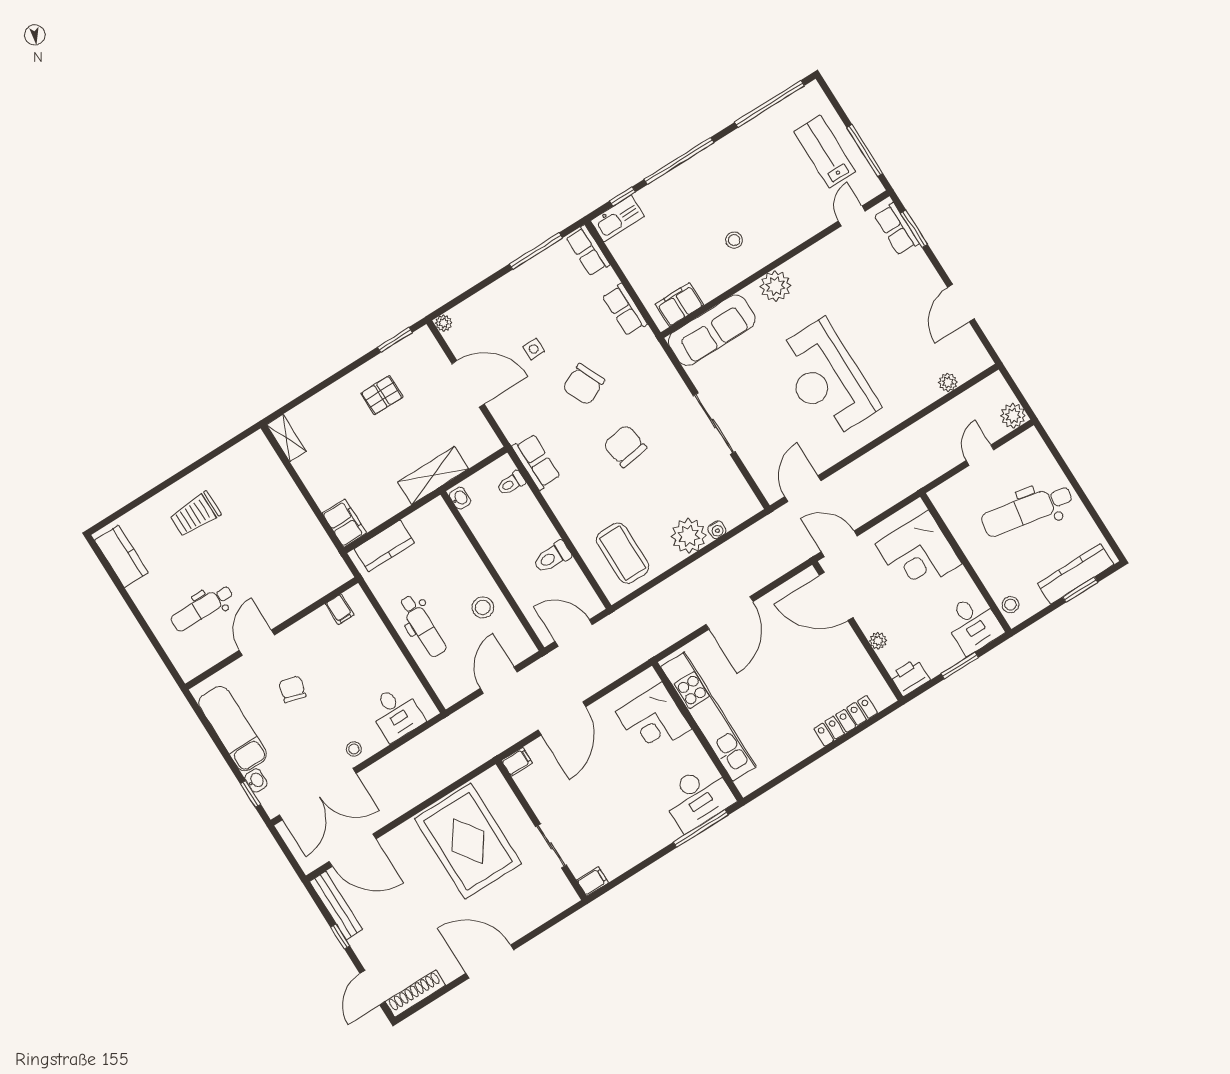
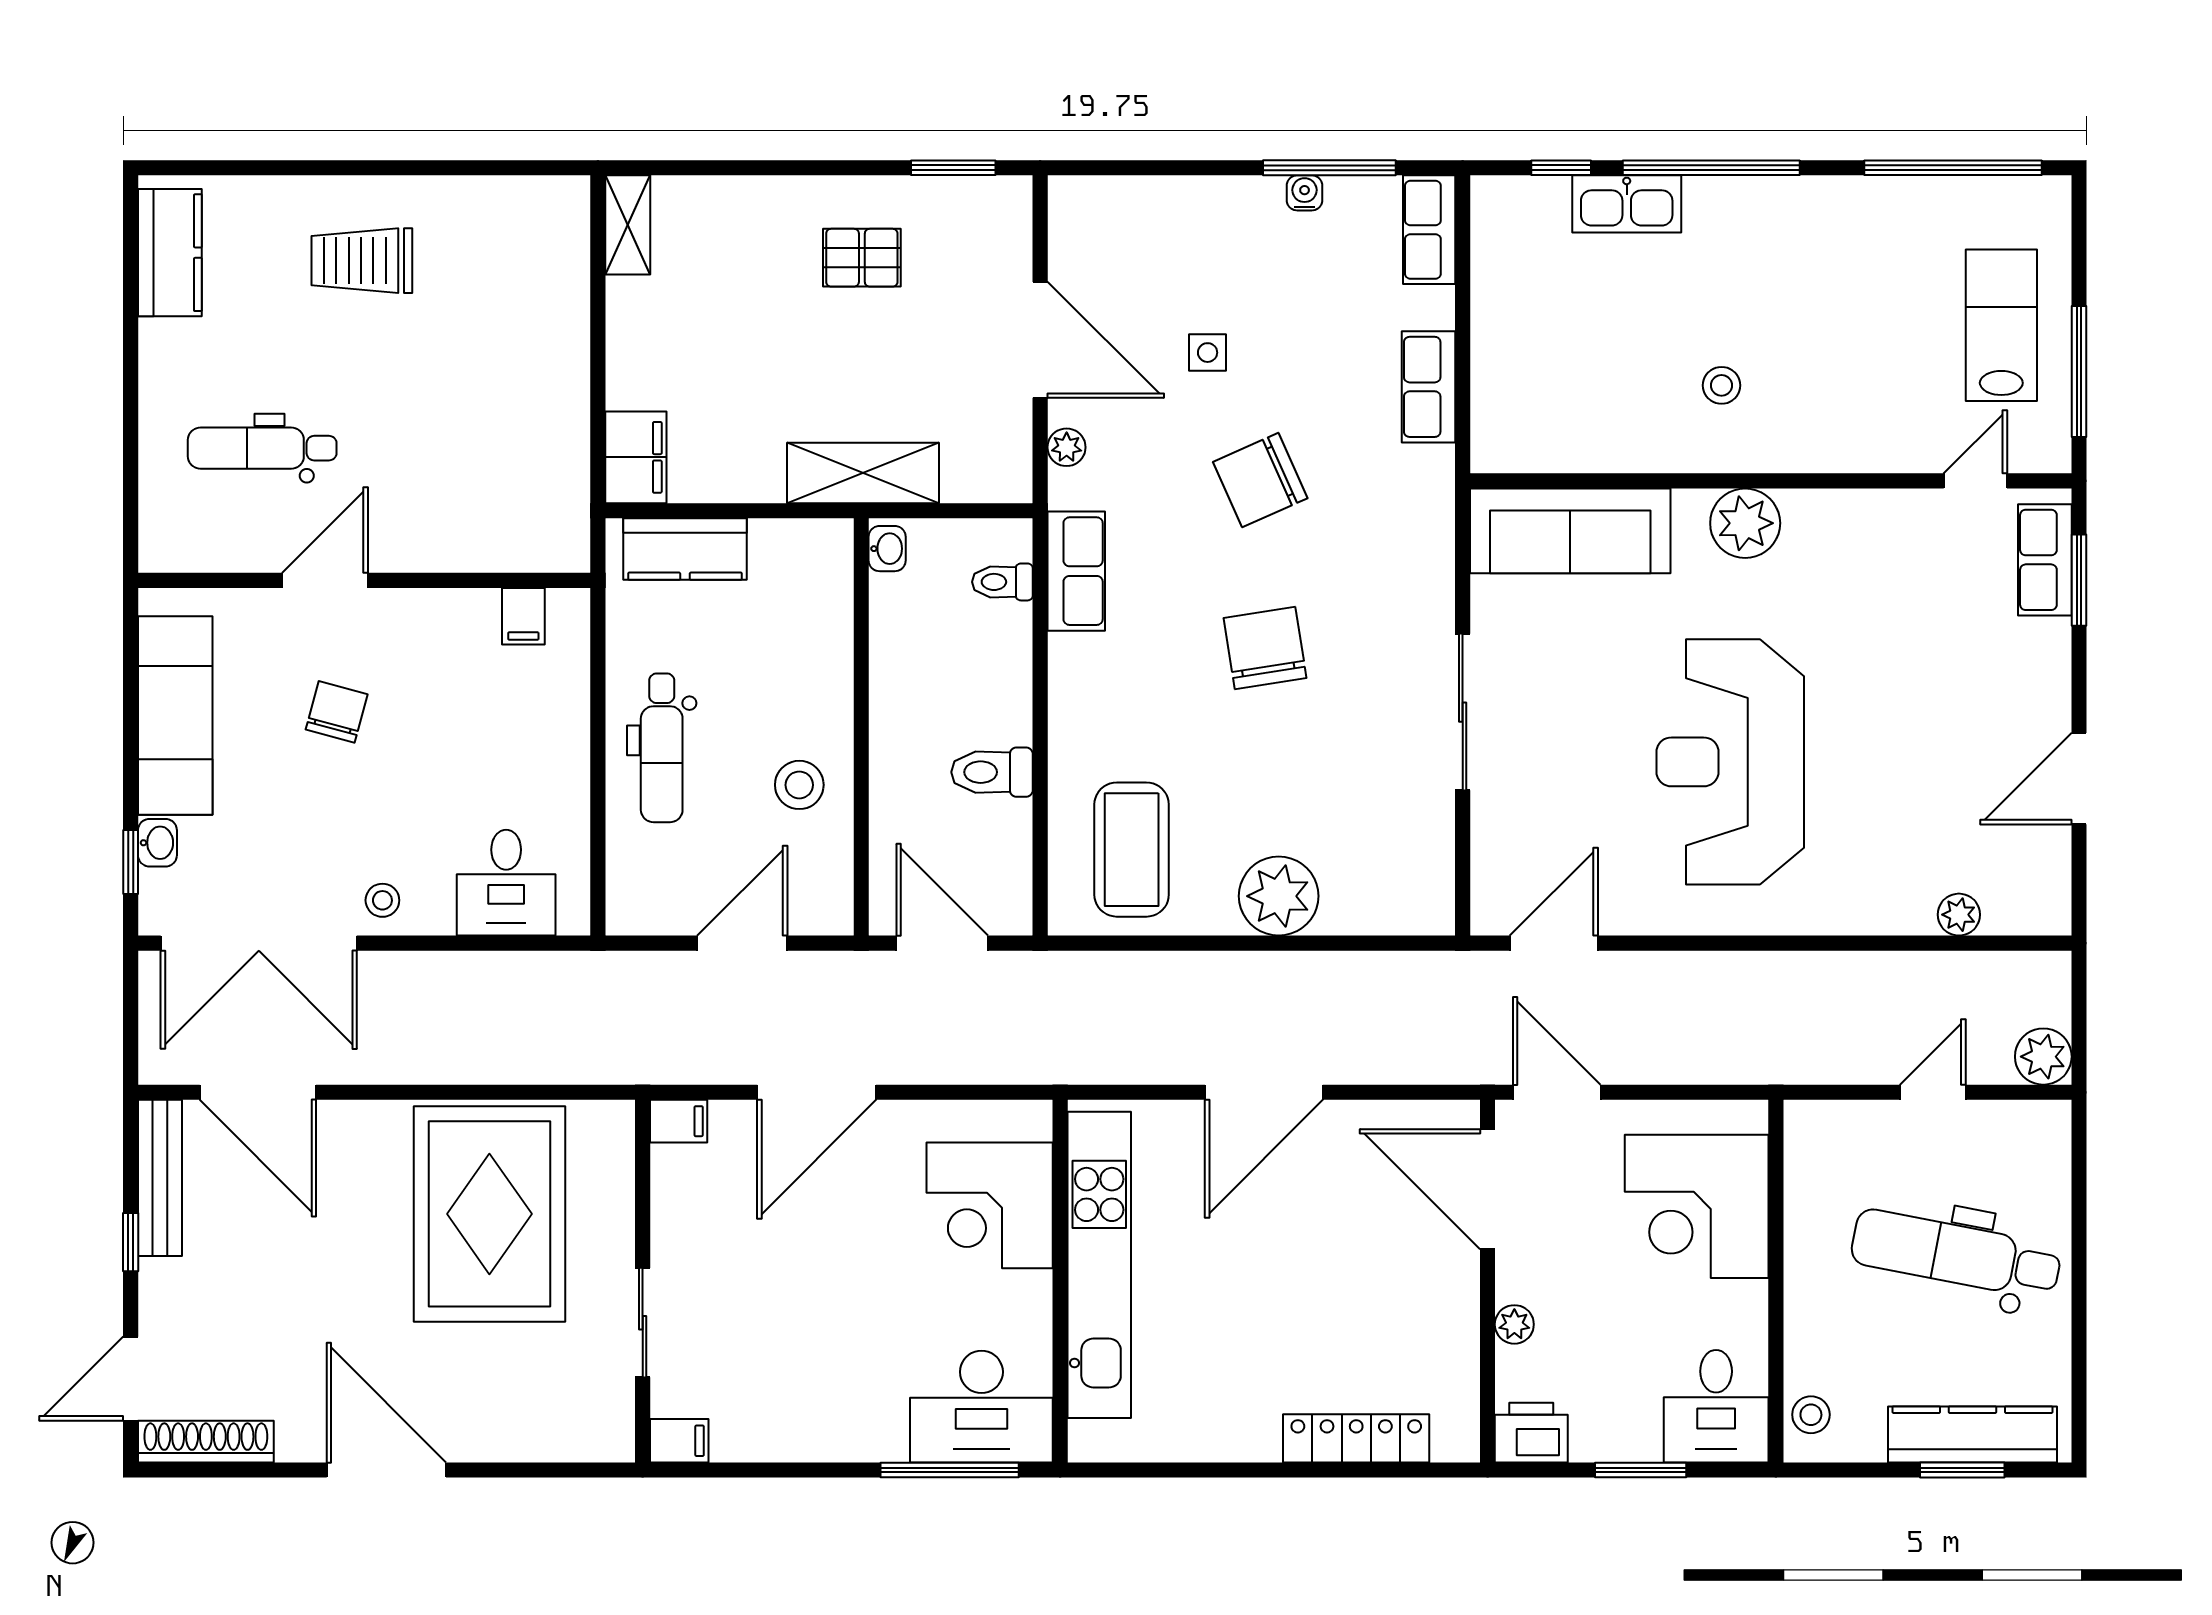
kitchen sink: (617, 219) -> (1627, 204), moved
filing cabinet: (679, 305) -> (1539, 443), removed
plant: (444, 323) -> (1067, 447), moved
water cooler: (717, 530) -> (1305, 193), moved, turned 180

